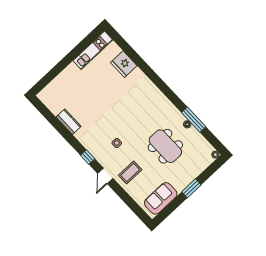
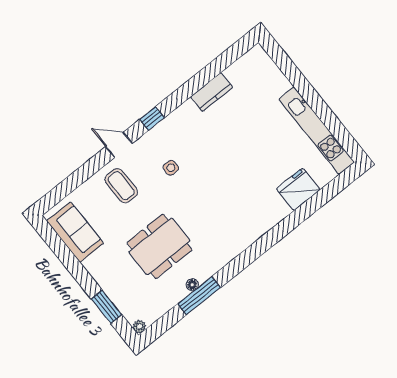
kitchen unit: (93, 50) -> (317, 131), width x1.36
window: (191, 188) -> (106, 307), moved

